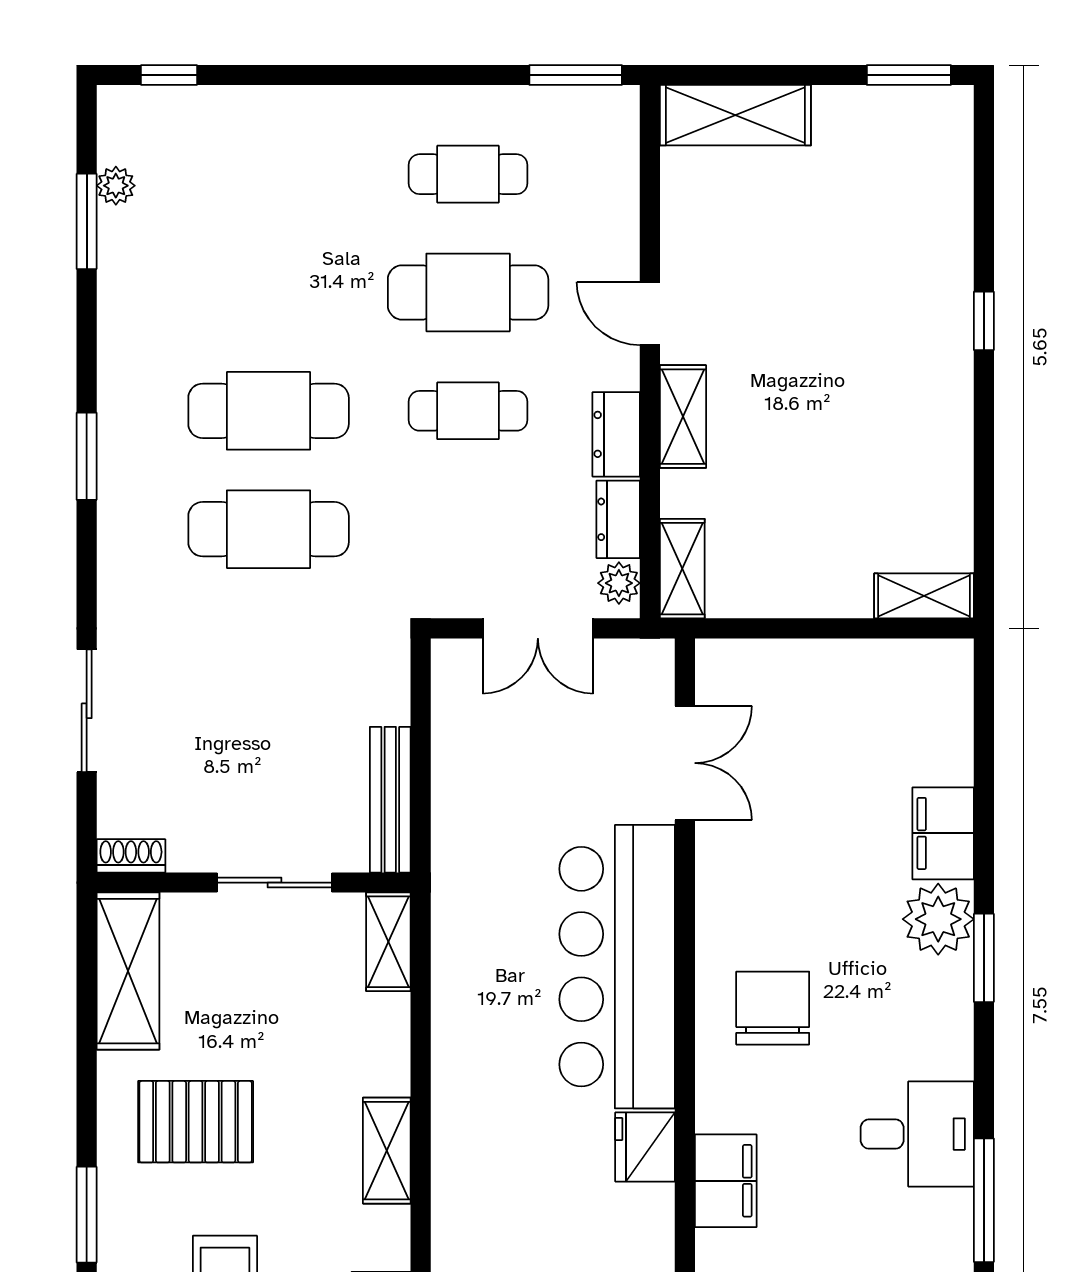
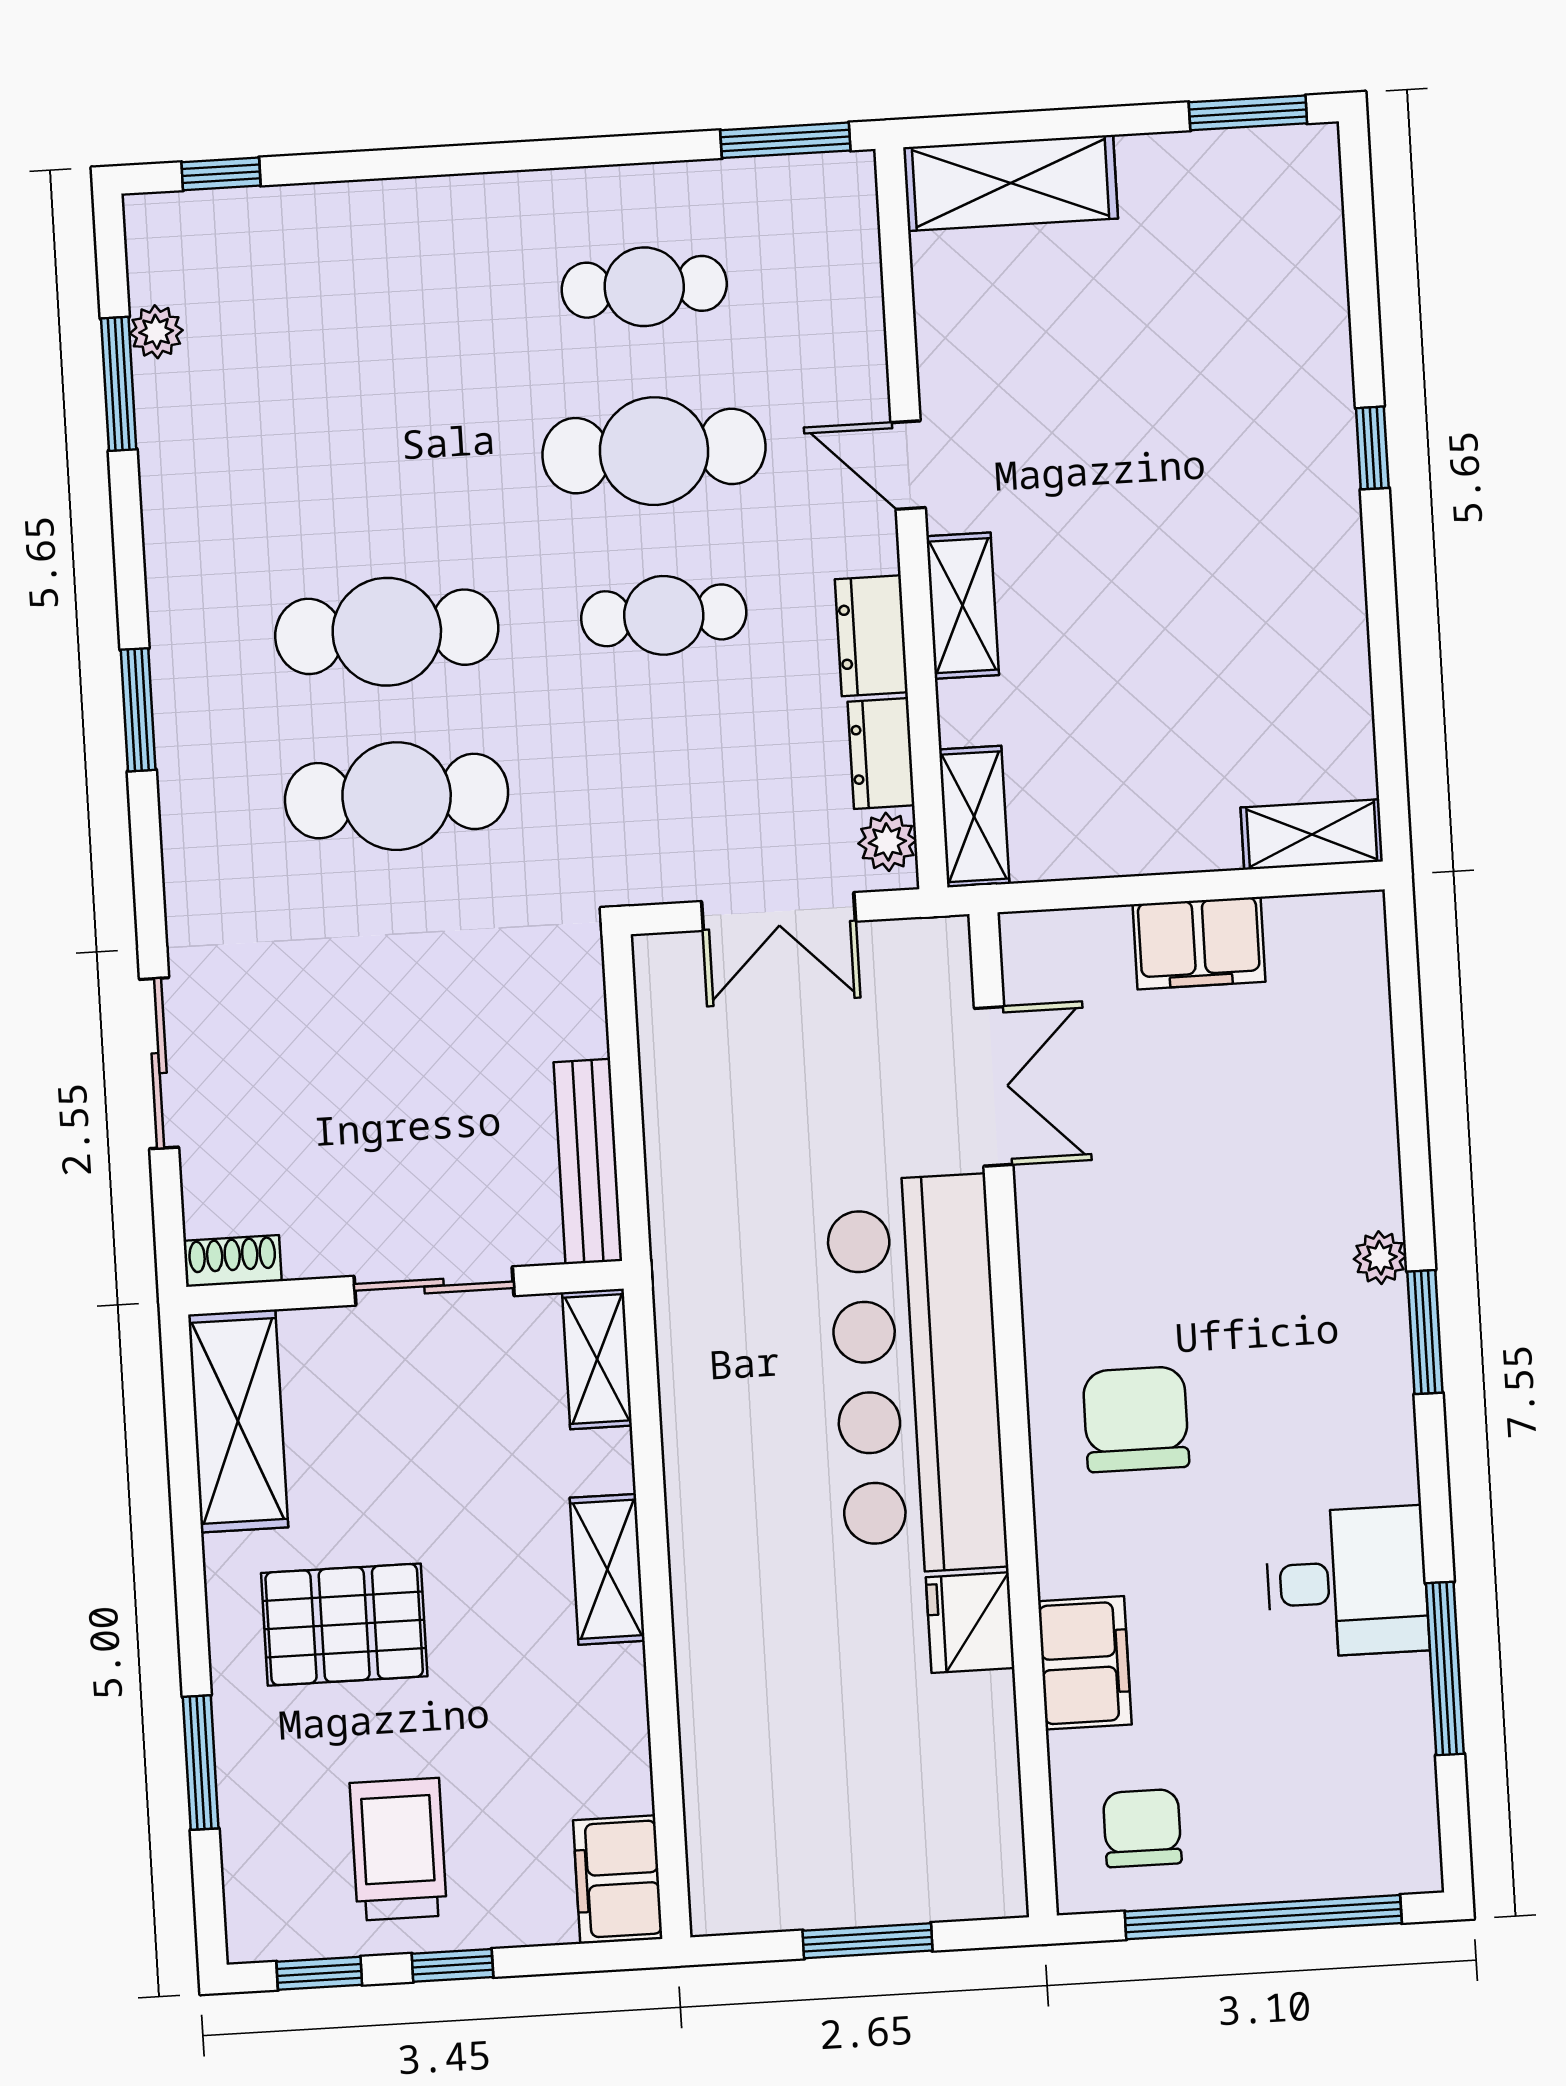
filing cabinet: (943, 833) -> (1199, 943), moved, turned -90
plant: (938, 919) -> (1380, 1258), width x0.53, depth x0.53
shelving: (387, 1151) -> (607, 1569), moved

